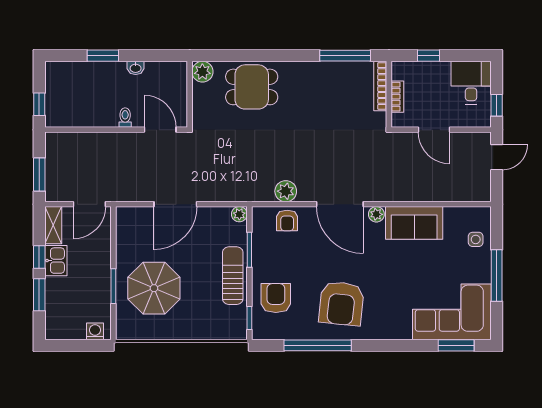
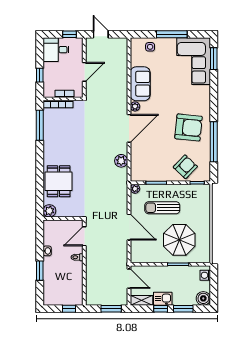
armchair: (287, 220) -> (139, 160), removed
sun lounger: (233, 276) -> (162, 208), moved
armchair: (276, 298) -> (185, 167), turned 134
boiler: (56, 328) -> (203, 298), added

